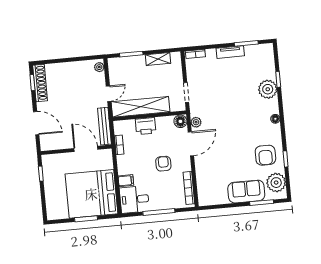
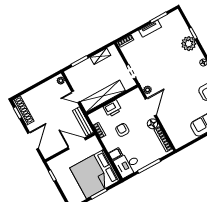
door: (109, 94) -> (76, 97), swing flipped
floor lamp: (180, 121) -> (152, 124), moved
door: (36, 123) -> (33, 141), hinge flipped
armchair: (163, 164) -> (122, 130), moved

